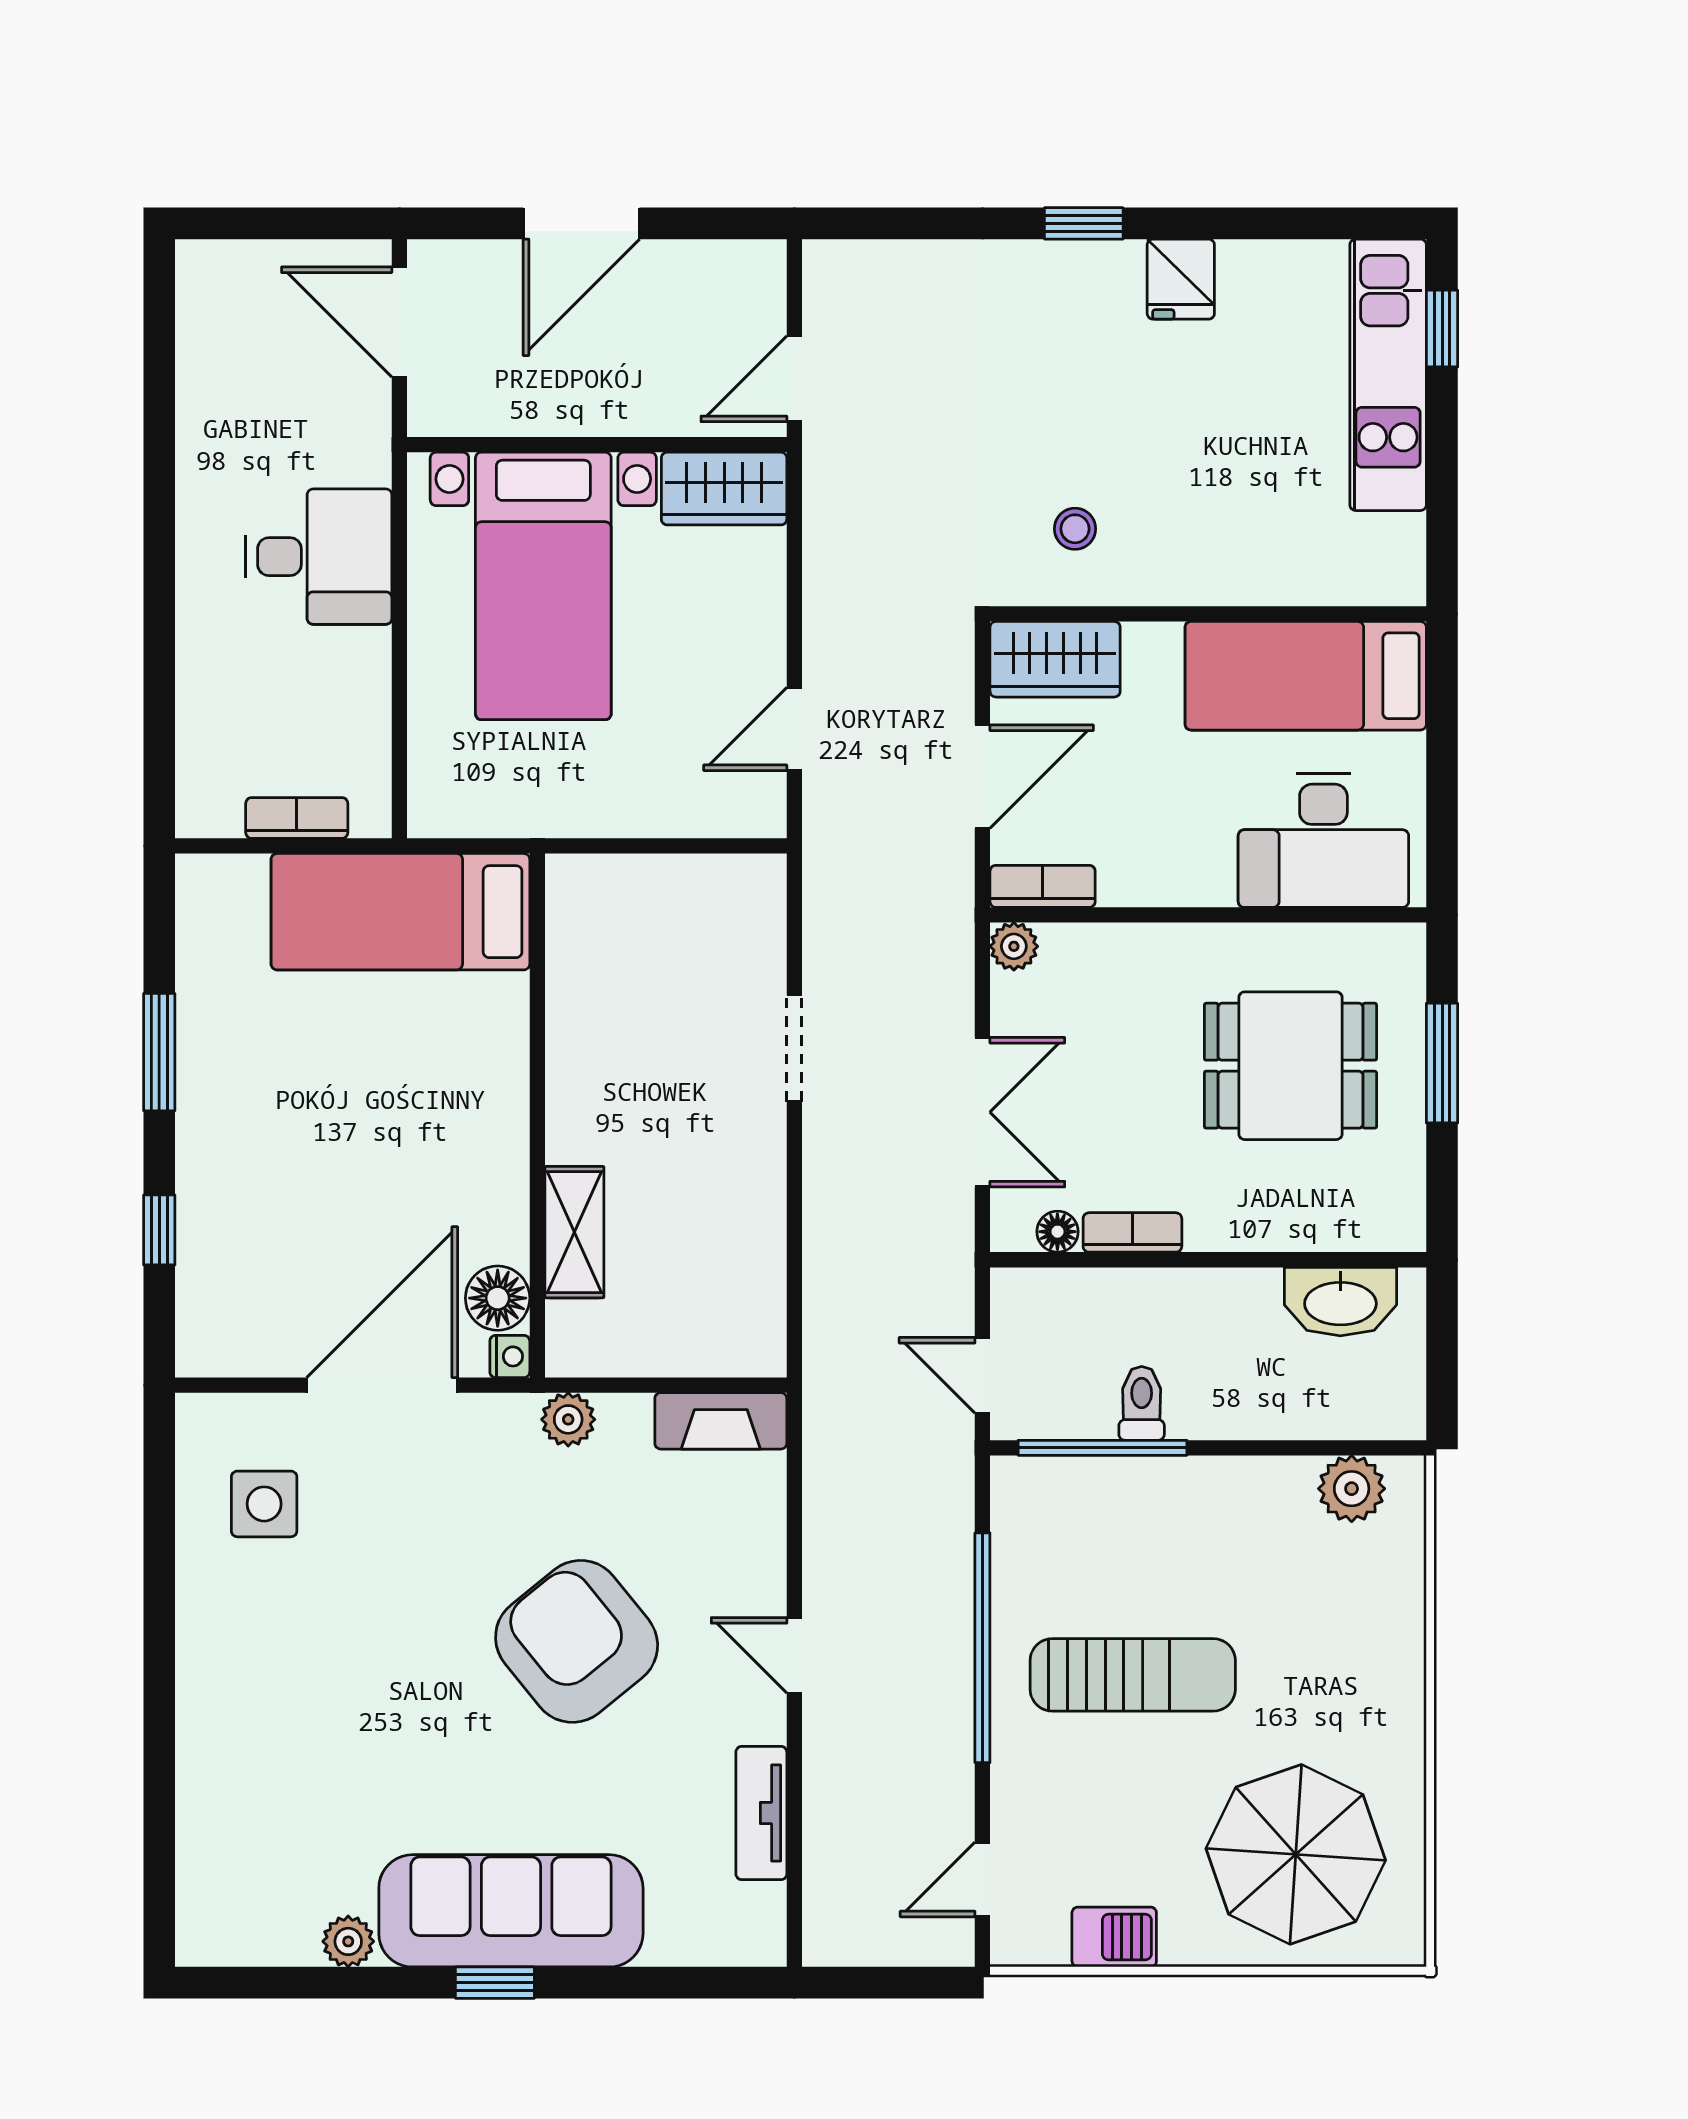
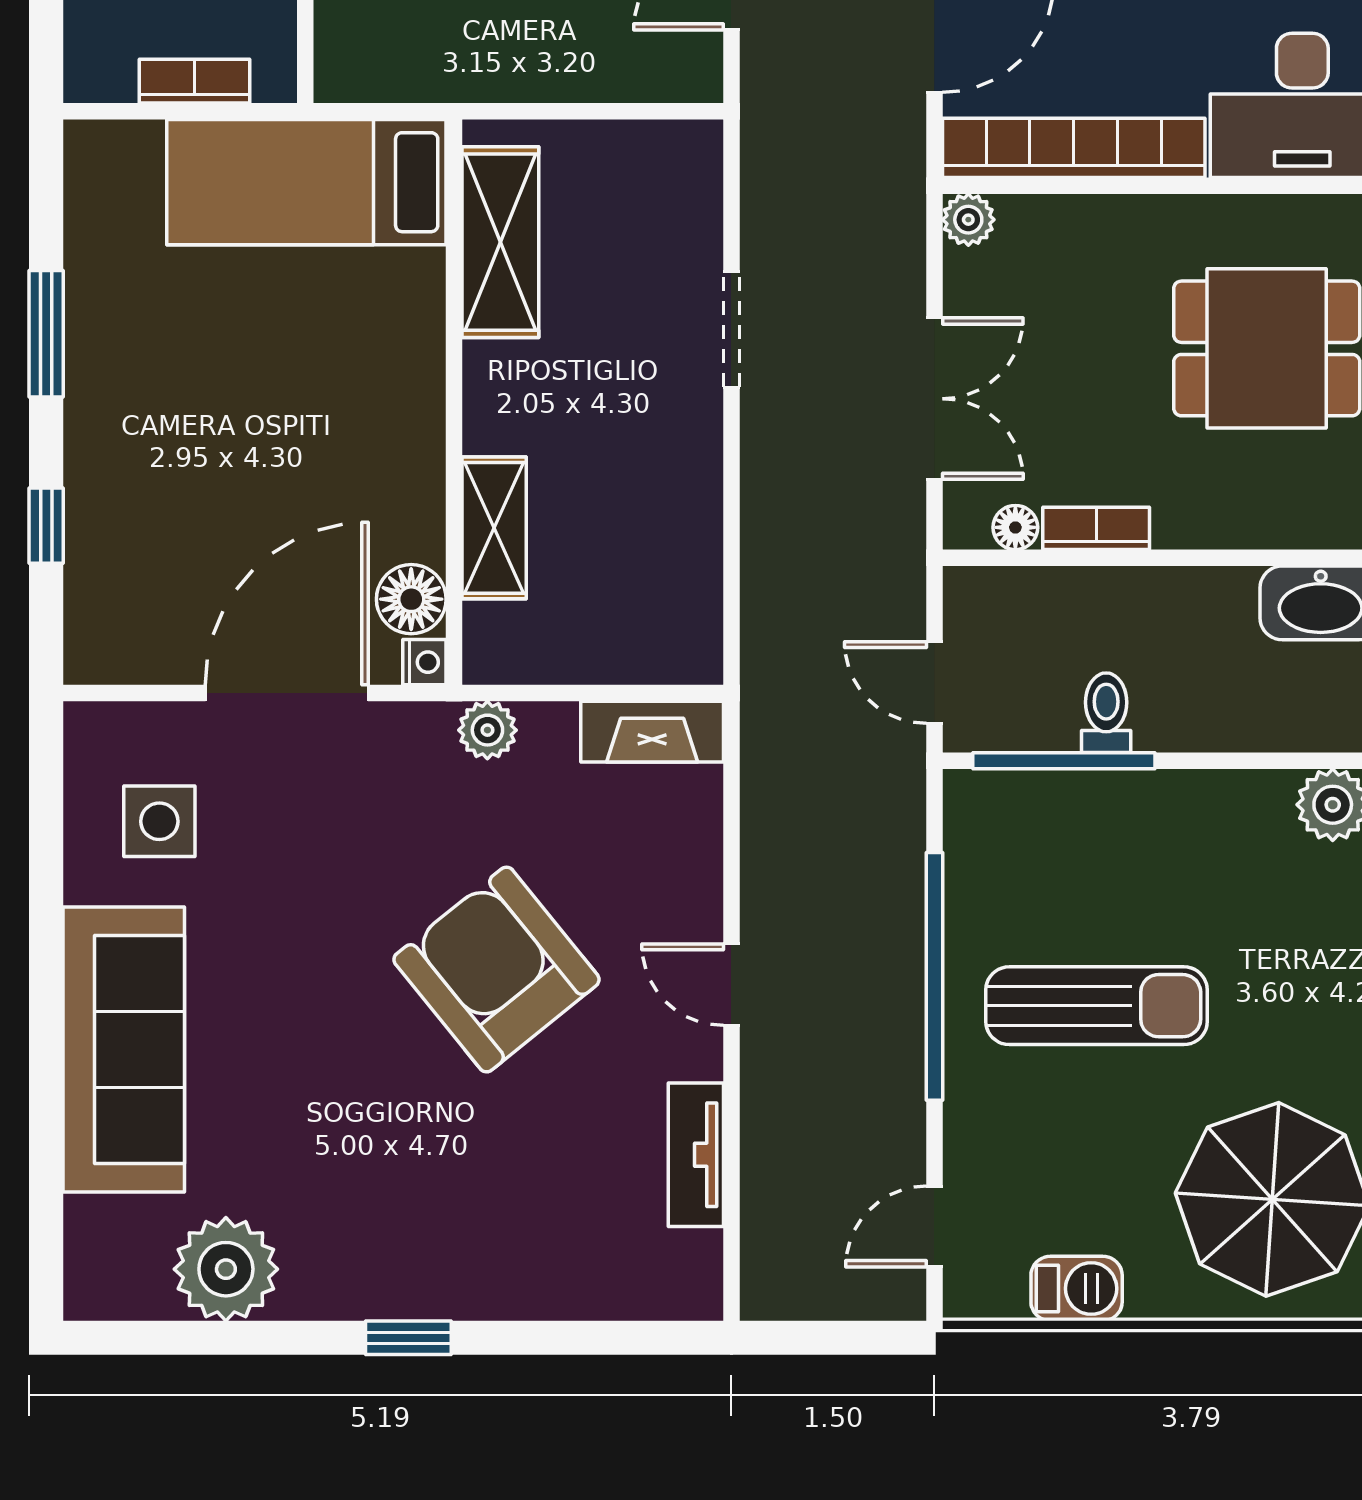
bookcase: (1043, 886) -> (1074, 148), width x2.31, depth x1.31
shelving: (580, 967) -> (500, 242), added
sofa: (511, 1911) -> (124, 1050), moved, turned 90
plant: (348, 1941) -> (226, 1269), width x1.88, depth x1.88

